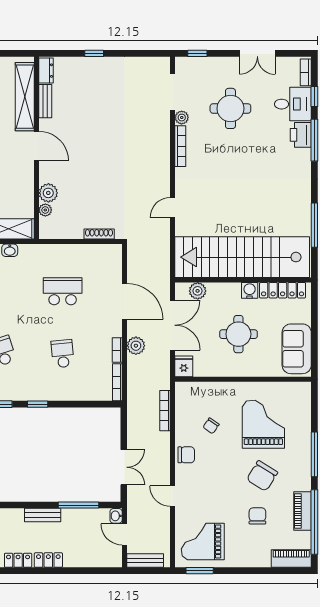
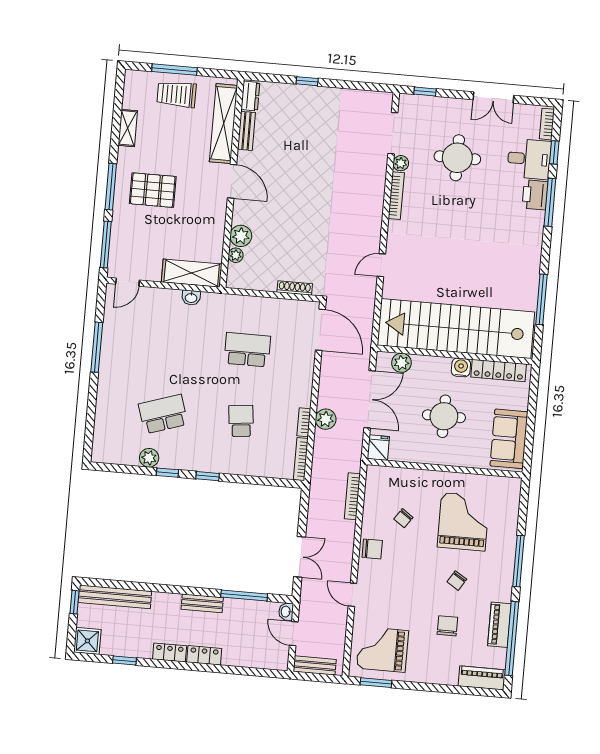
door: (125, 301) -> (320, 330), moved
chair: (262, 476) -> (457, 581), width x0.54, depth x0.54

